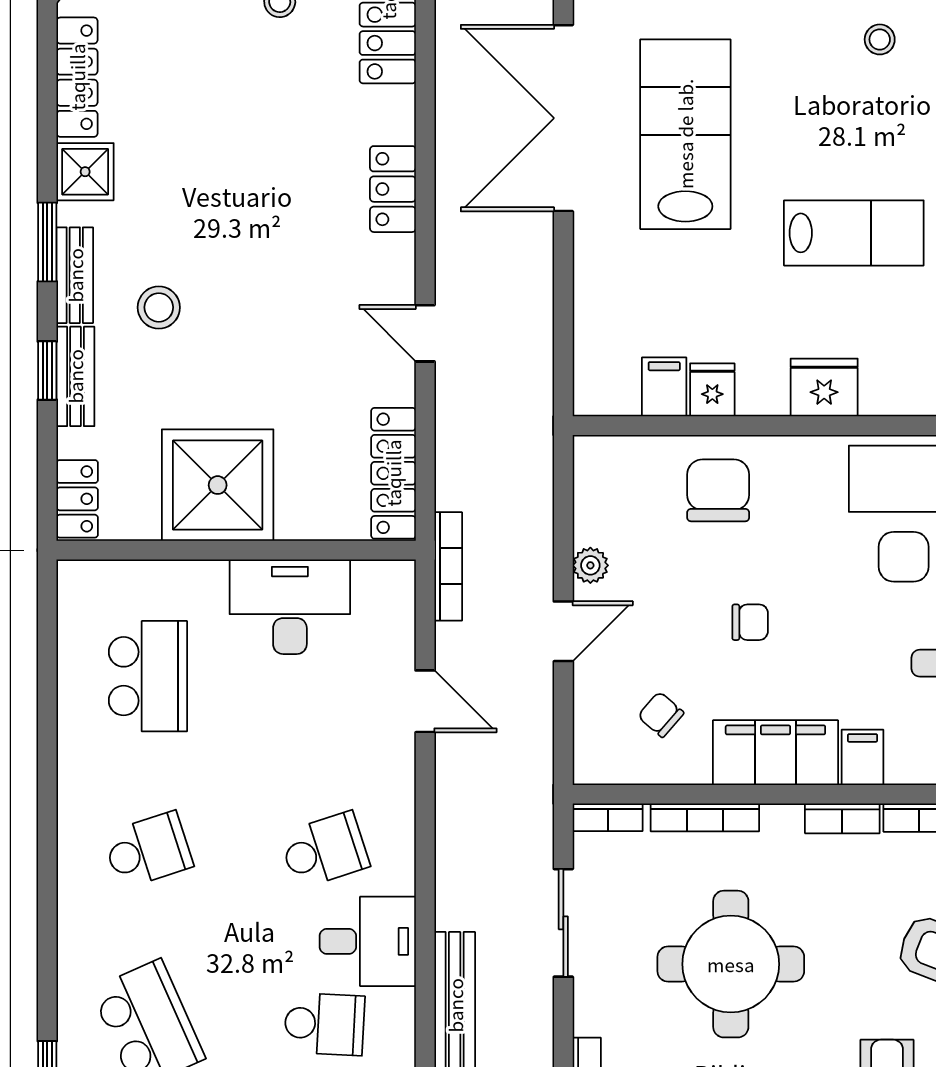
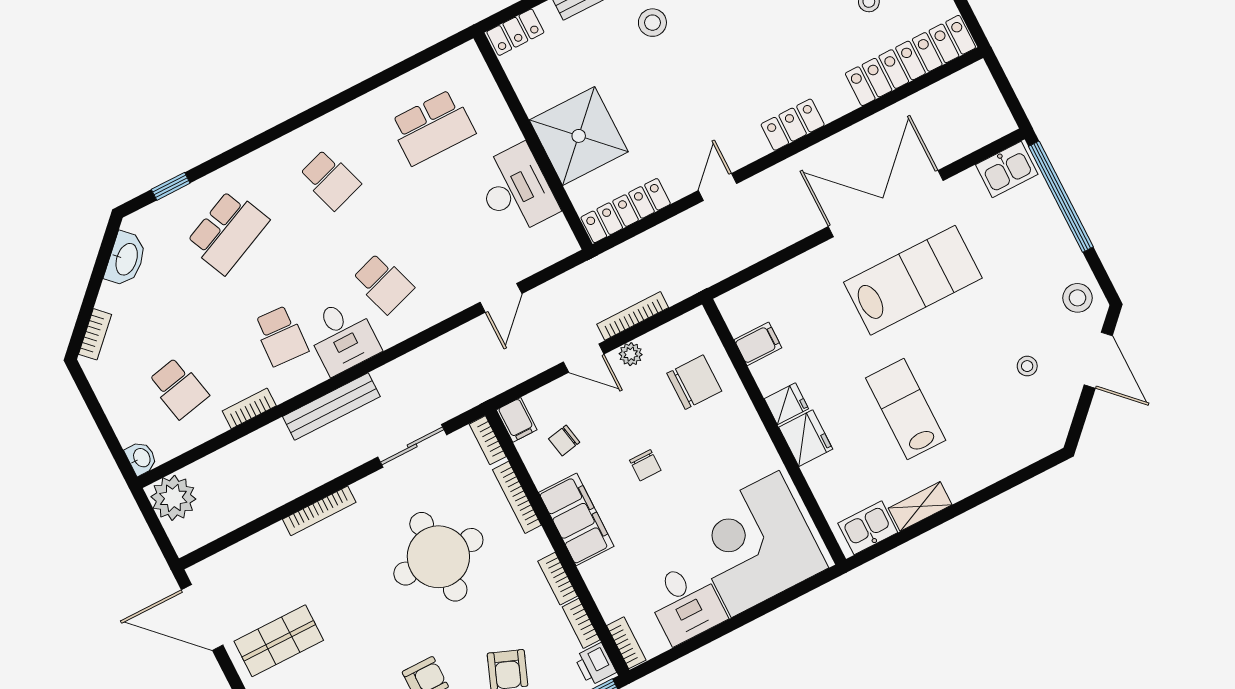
lab bench: (854, 233) -> (906, 409), turned 180
fridge: (712, 390) -> (786, 404), moved
shower: (218, 485) -> (579, 136), moved
chair: (718, 490) -> (694, 382), moved
bookcase: (448, 566) -> (633, 316), moved, turned 180
chair: (661, 714) -> (564, 440), turned -142
filing cabinet: (862, 757) -> (517, 420), moved, turned 90

